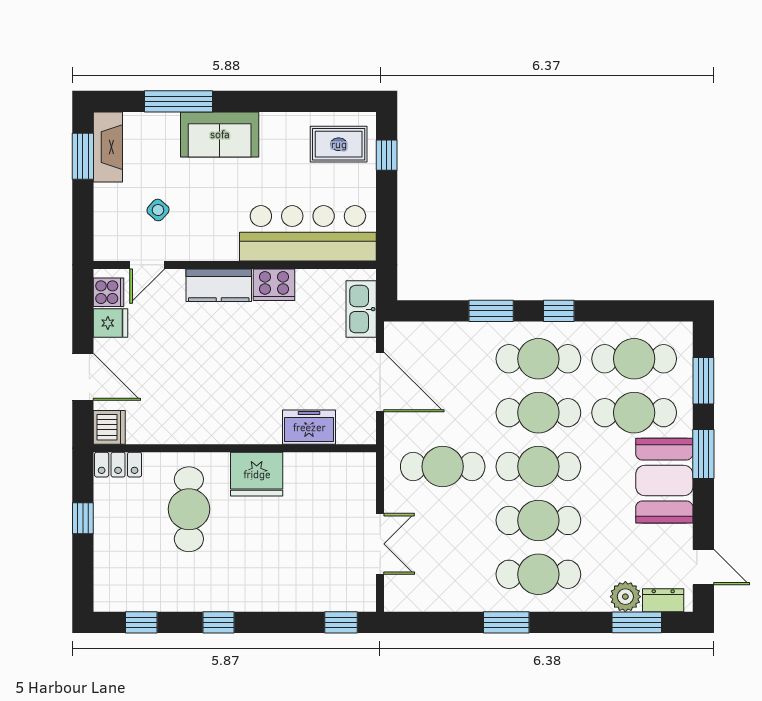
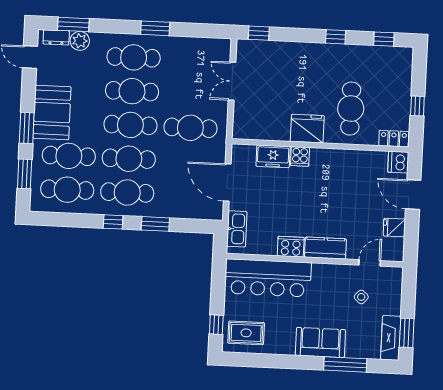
cooker: (109, 292) -> (300, 156), moved, turned -90

